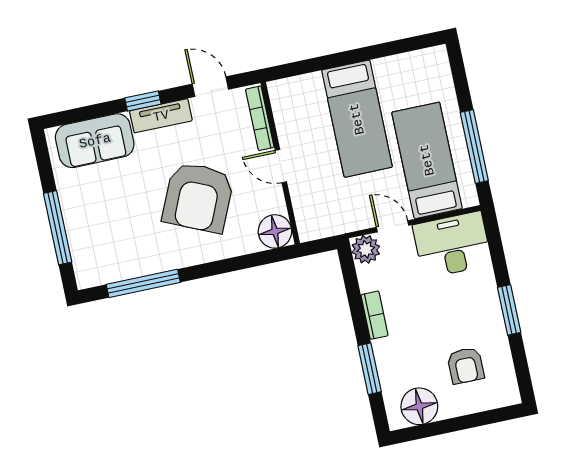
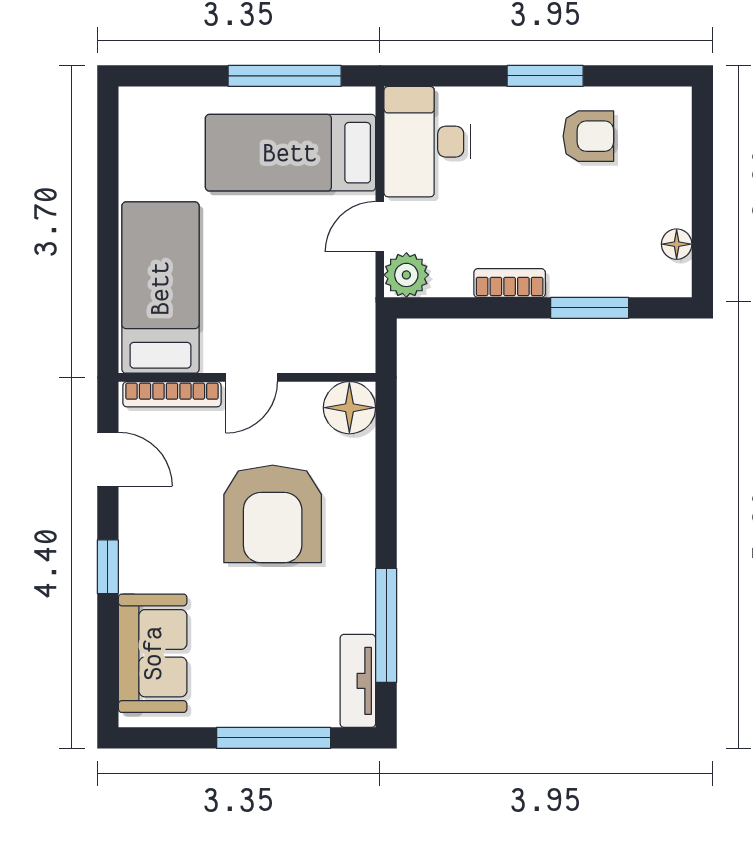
door: (210, 87) -> (108, 459), swing flipped
tv unit: (161, 116) -> (358, 681), moved, turned 180
bed: (357, 119) -> (160, 288), moved, turned -90
armchair: (198, 197) -> (273, 514), turned 66
armchair: (466, 366) -> (588, 136), moved
floor lamp: (419, 406) -> (677, 244), width x0.53, depth x0.53

